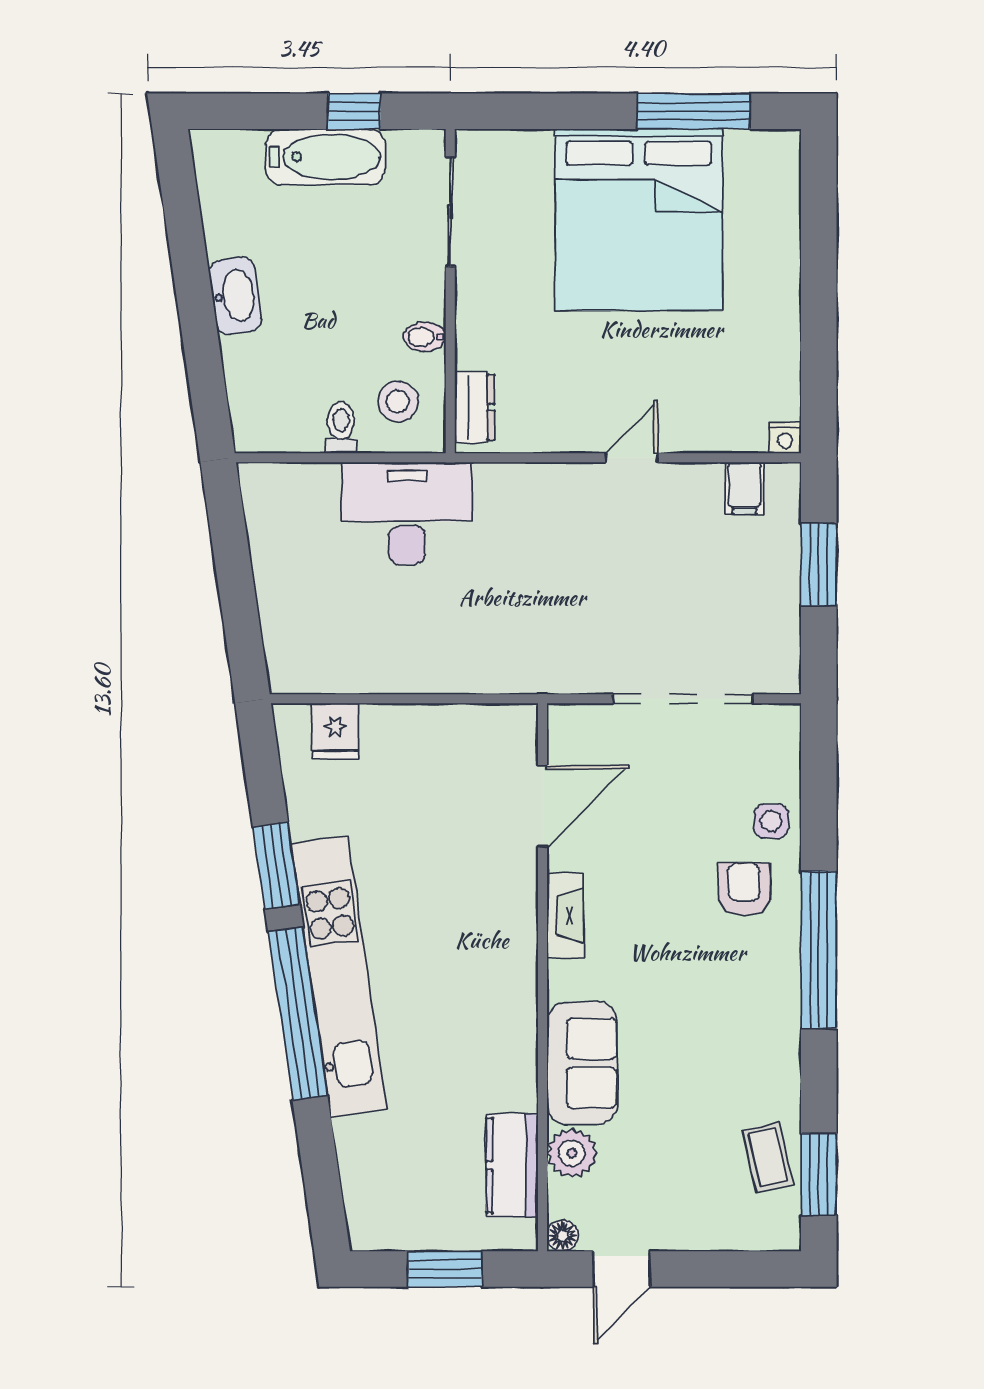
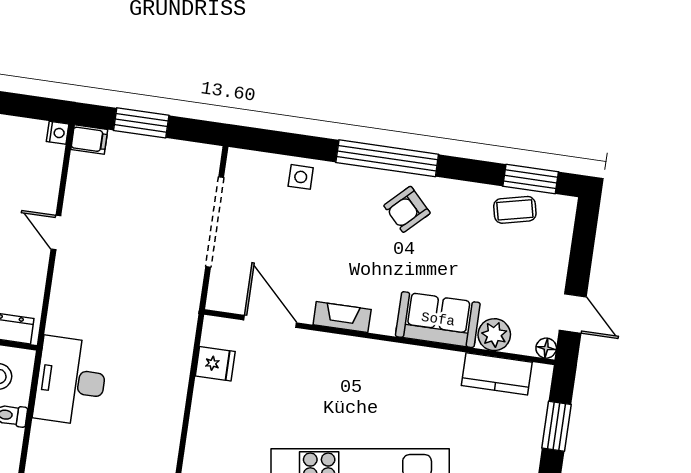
filing cabinet: (744, 488) -> (89, 140), moved
fridge: (335, 731) -> (215, 364), moved
armchair: (744, 889) -> (407, 209), moved, turned -44

